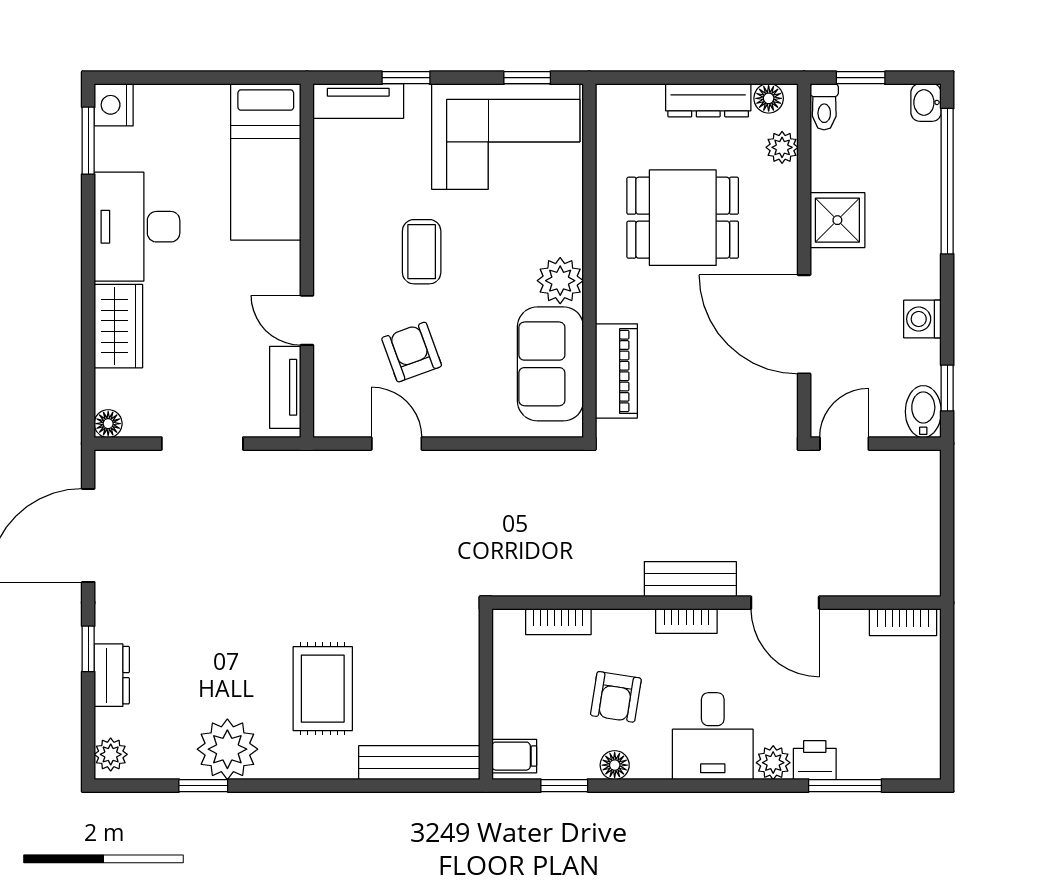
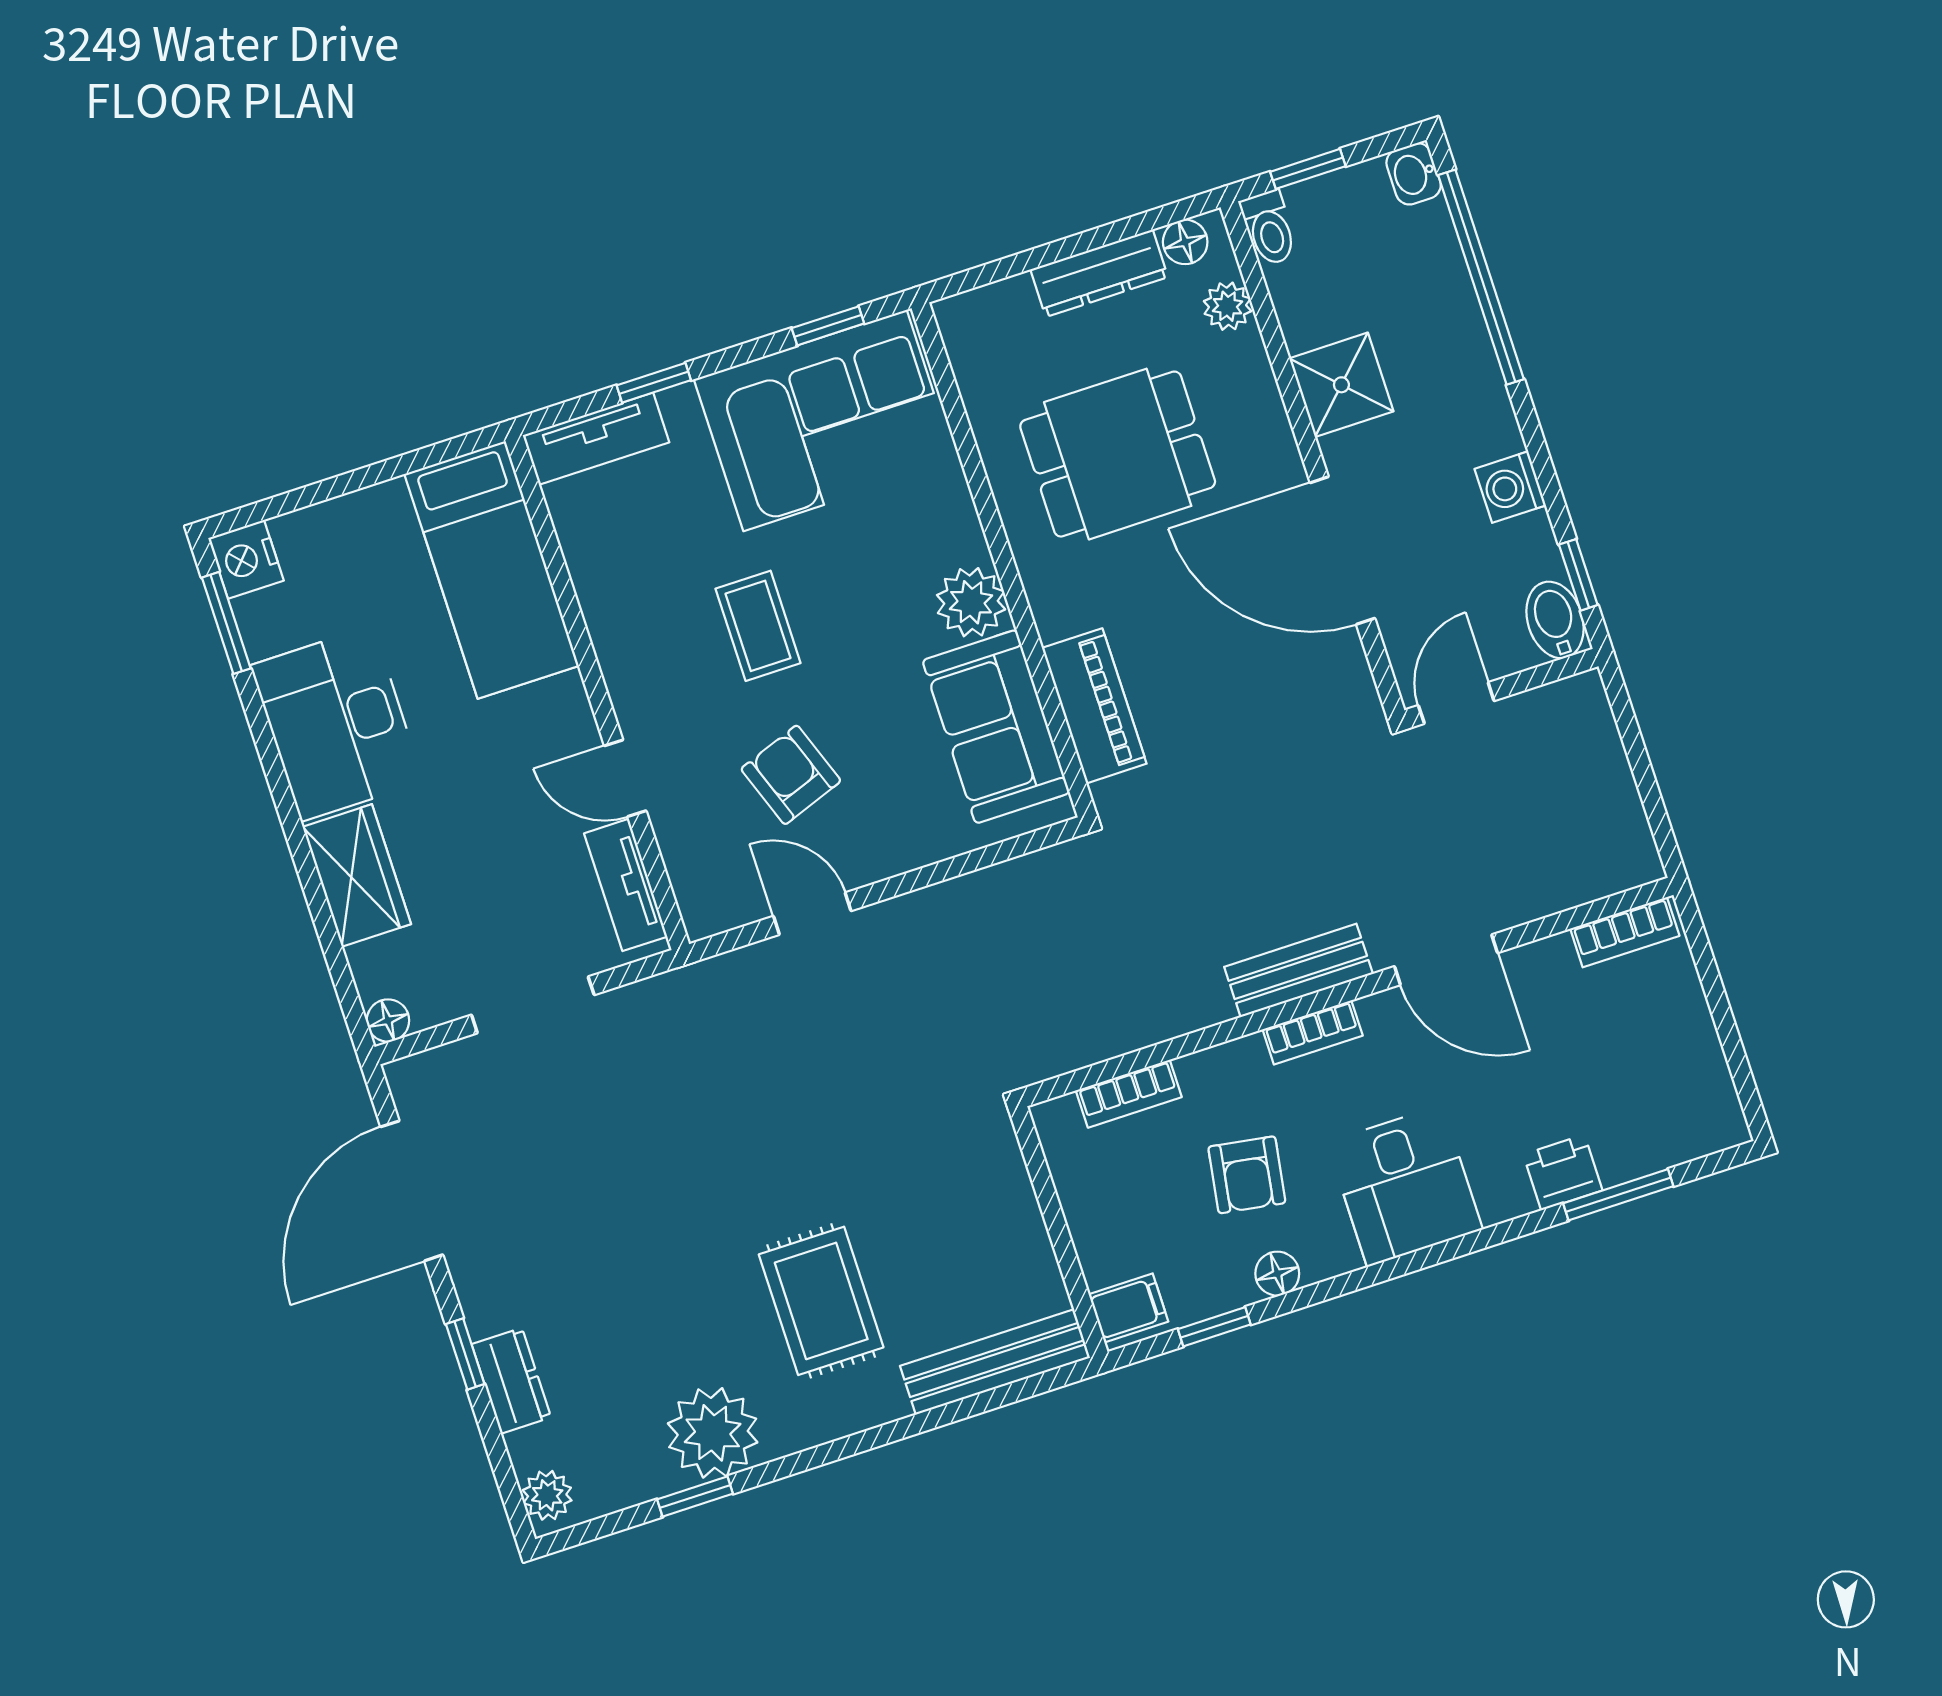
plant: (773, 763) -> (1504, 1195), removed

